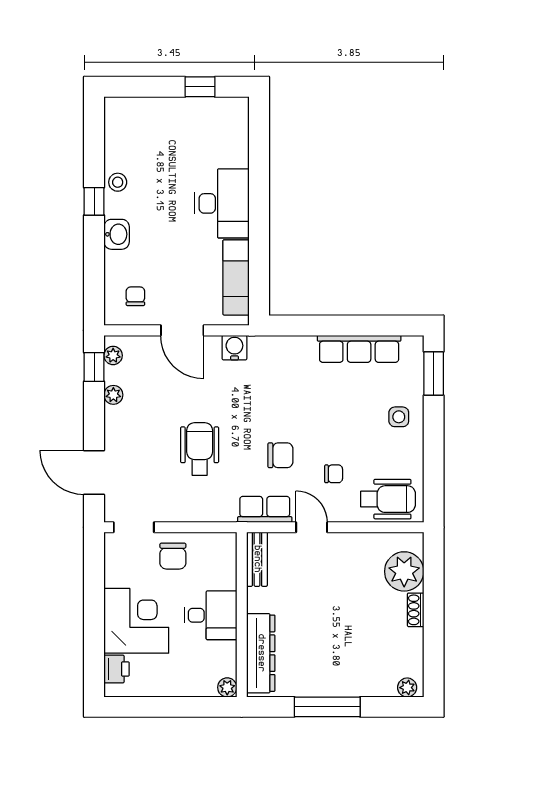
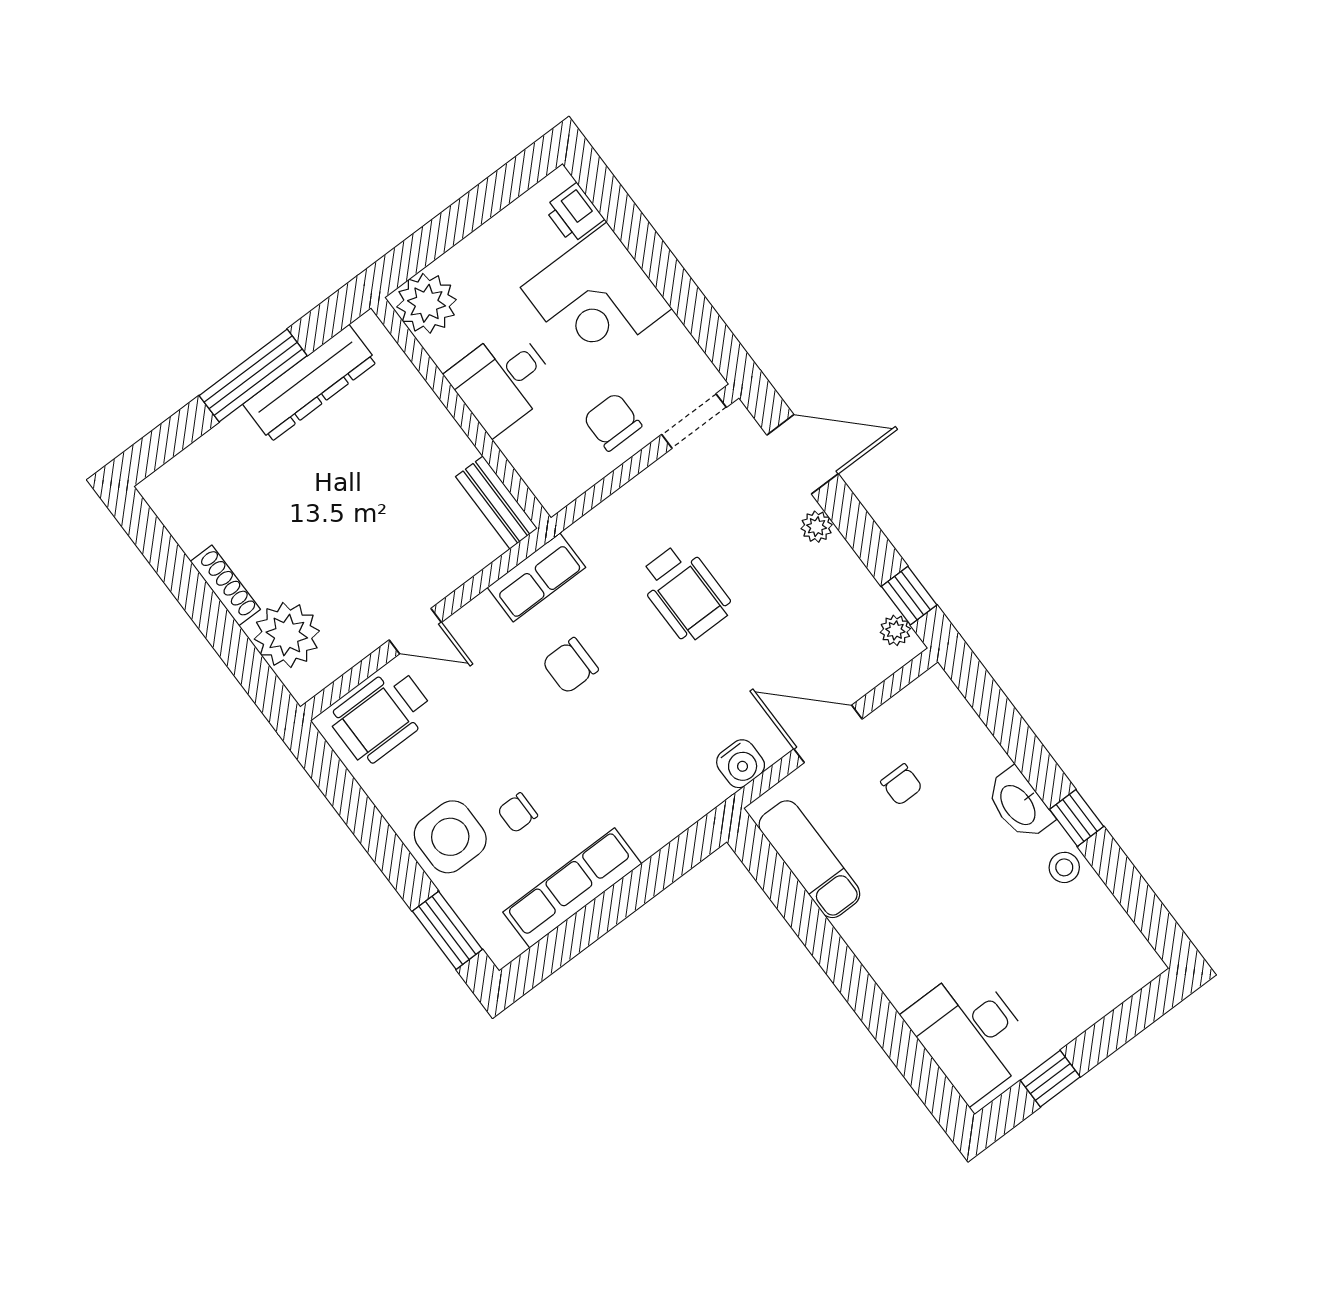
desk: (222, 203) -> (970, 1034), moved
washbasin: (117, 234) -> (1019, 804), width x1.38
chair: (135, 296) -> (902, 785), moved
plant: (113, 395) -> (817, 527), moved
side table: (399, 417) -> (450, 837), width x1.87, depth x1.87
chair: (334, 474) -> (518, 813), moved
door: (312, 527) -> (415, 631), moved
shoe rack: (416, 610) -> (225, 585), width x1.43
dresser: (261, 653) -> (310, 383), moved, turned -90
plant: (227, 687) -> (427, 303), width x1.87, depth x1.87
plant: (407, 688) -> (165, 482), removed

